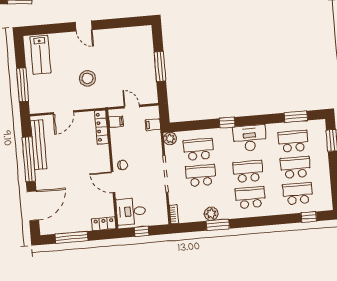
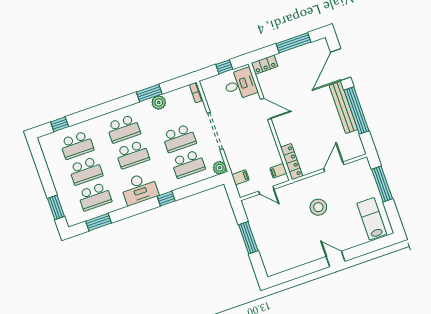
bench: (39, 145) -> (343, 107), moved
chair: (123, 165) -> (261, 129), removed

